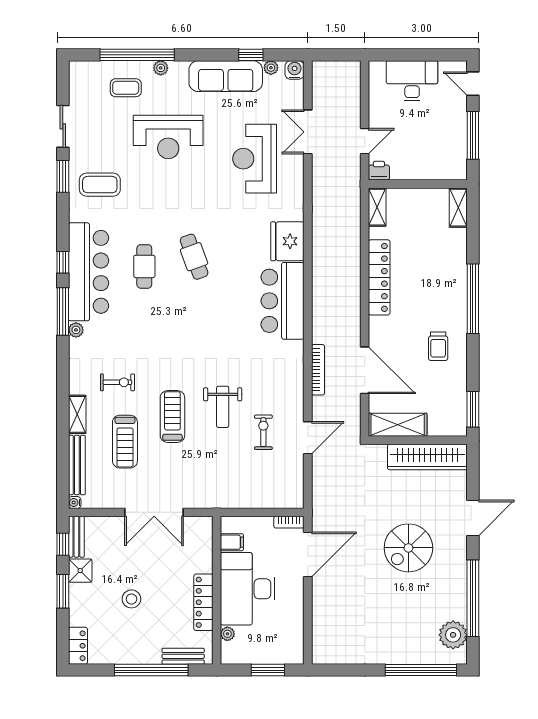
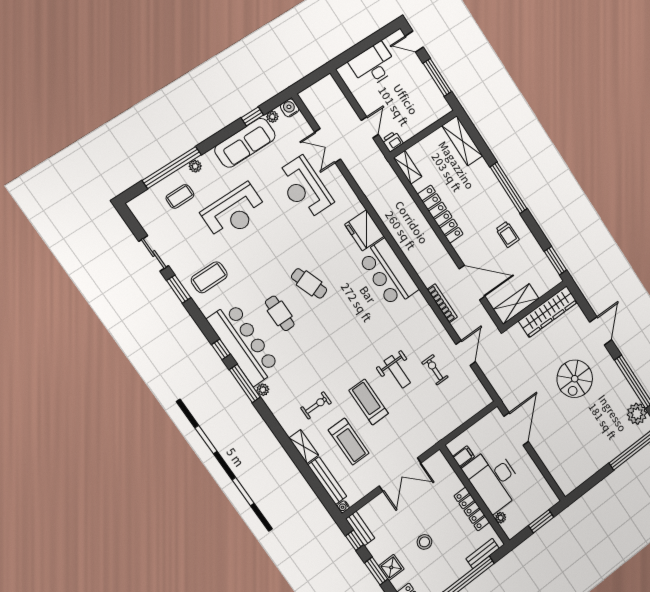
shelving: (458, 208) -> (462, 141), width x1.50, depth x1.33
bookcase: (289, 522) -> (491, 417), removed
shower: (80, 571) -> (391, 567), moved

